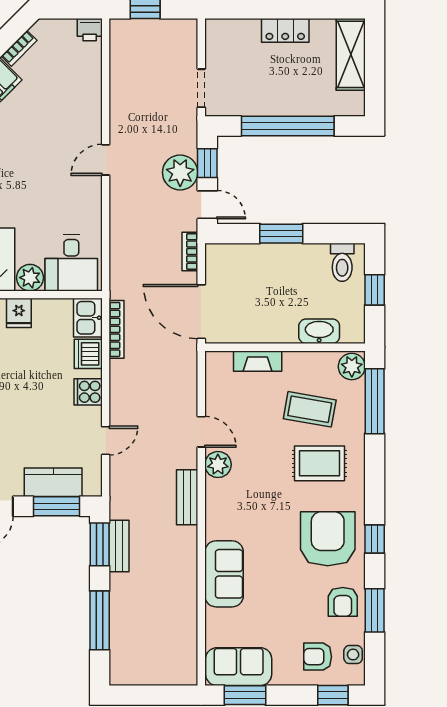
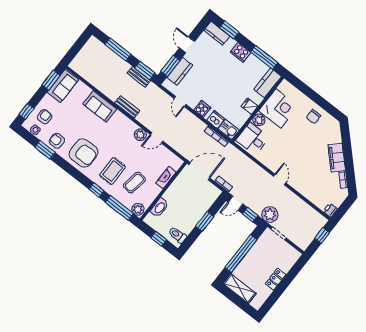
shelving: (351, 54) -> (240, 289), moved
plant: (180, 172) -> (270, 215), moved
bench: (187, 497) -> (127, 107), moved
window: (375, 539) -> (96, 190), moved

